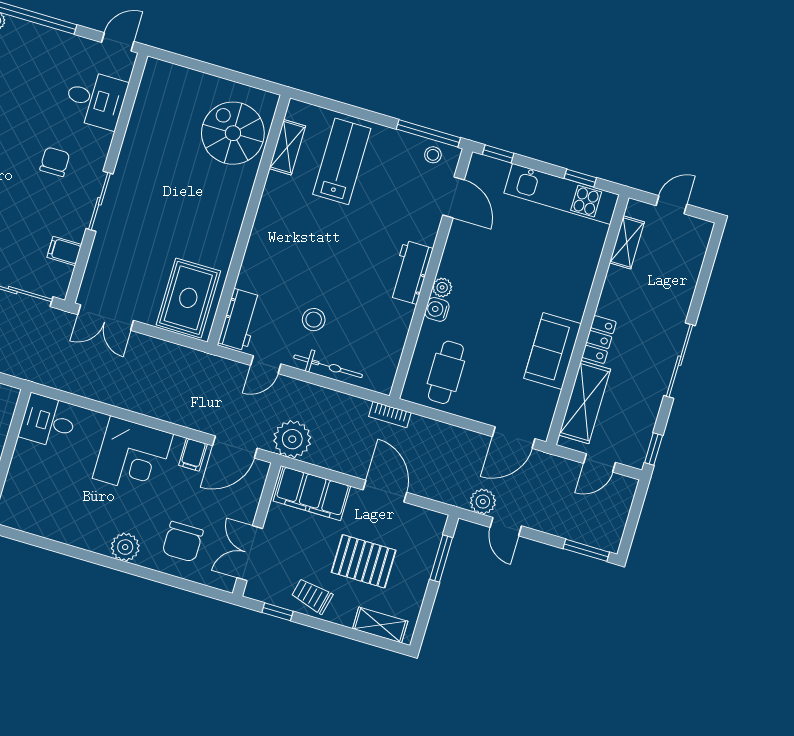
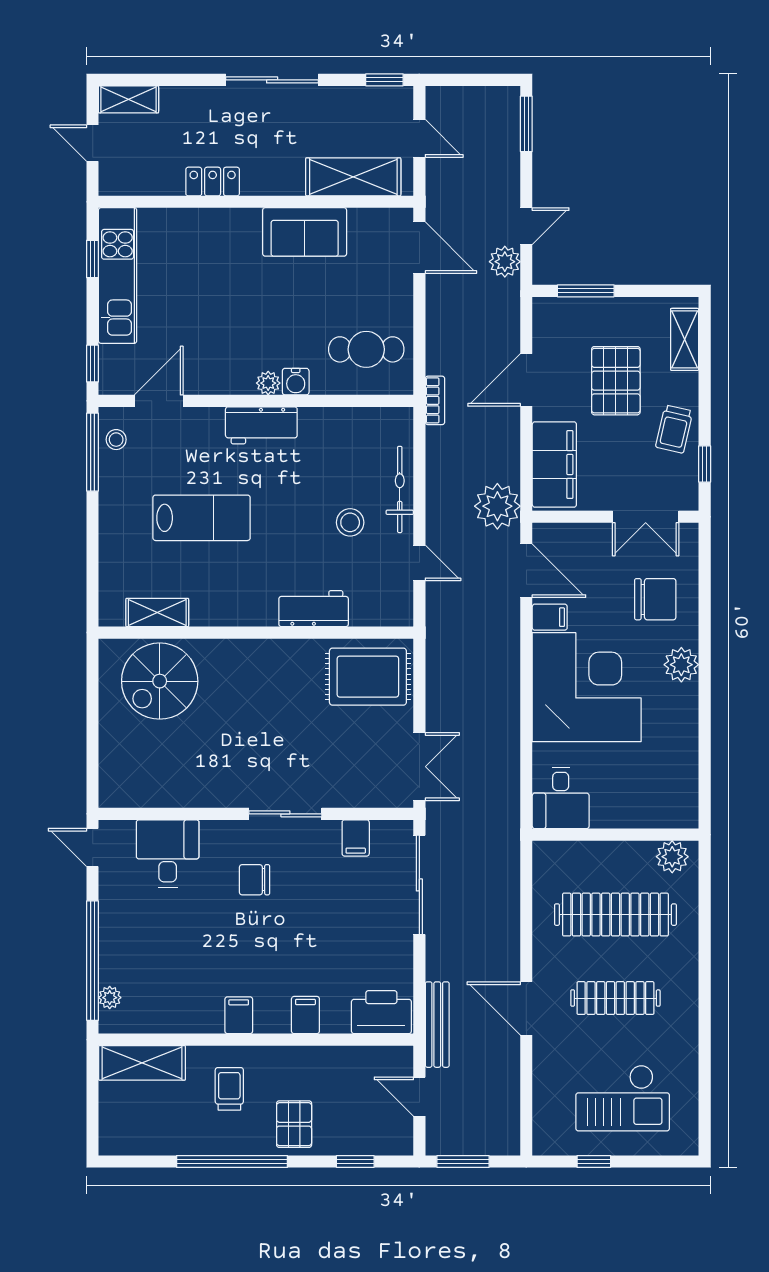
lab bench: (342, 161) -> (202, 518), moved, turned 180
shelving: (627, 242) -> (128, 99), moved
workbench: (240, 320) -> (314, 609), moved
locker: (599, 339) -> (213, 182), moved
corner desk: (133, 456) -> (587, 687), width x1.36, depth x1.36

